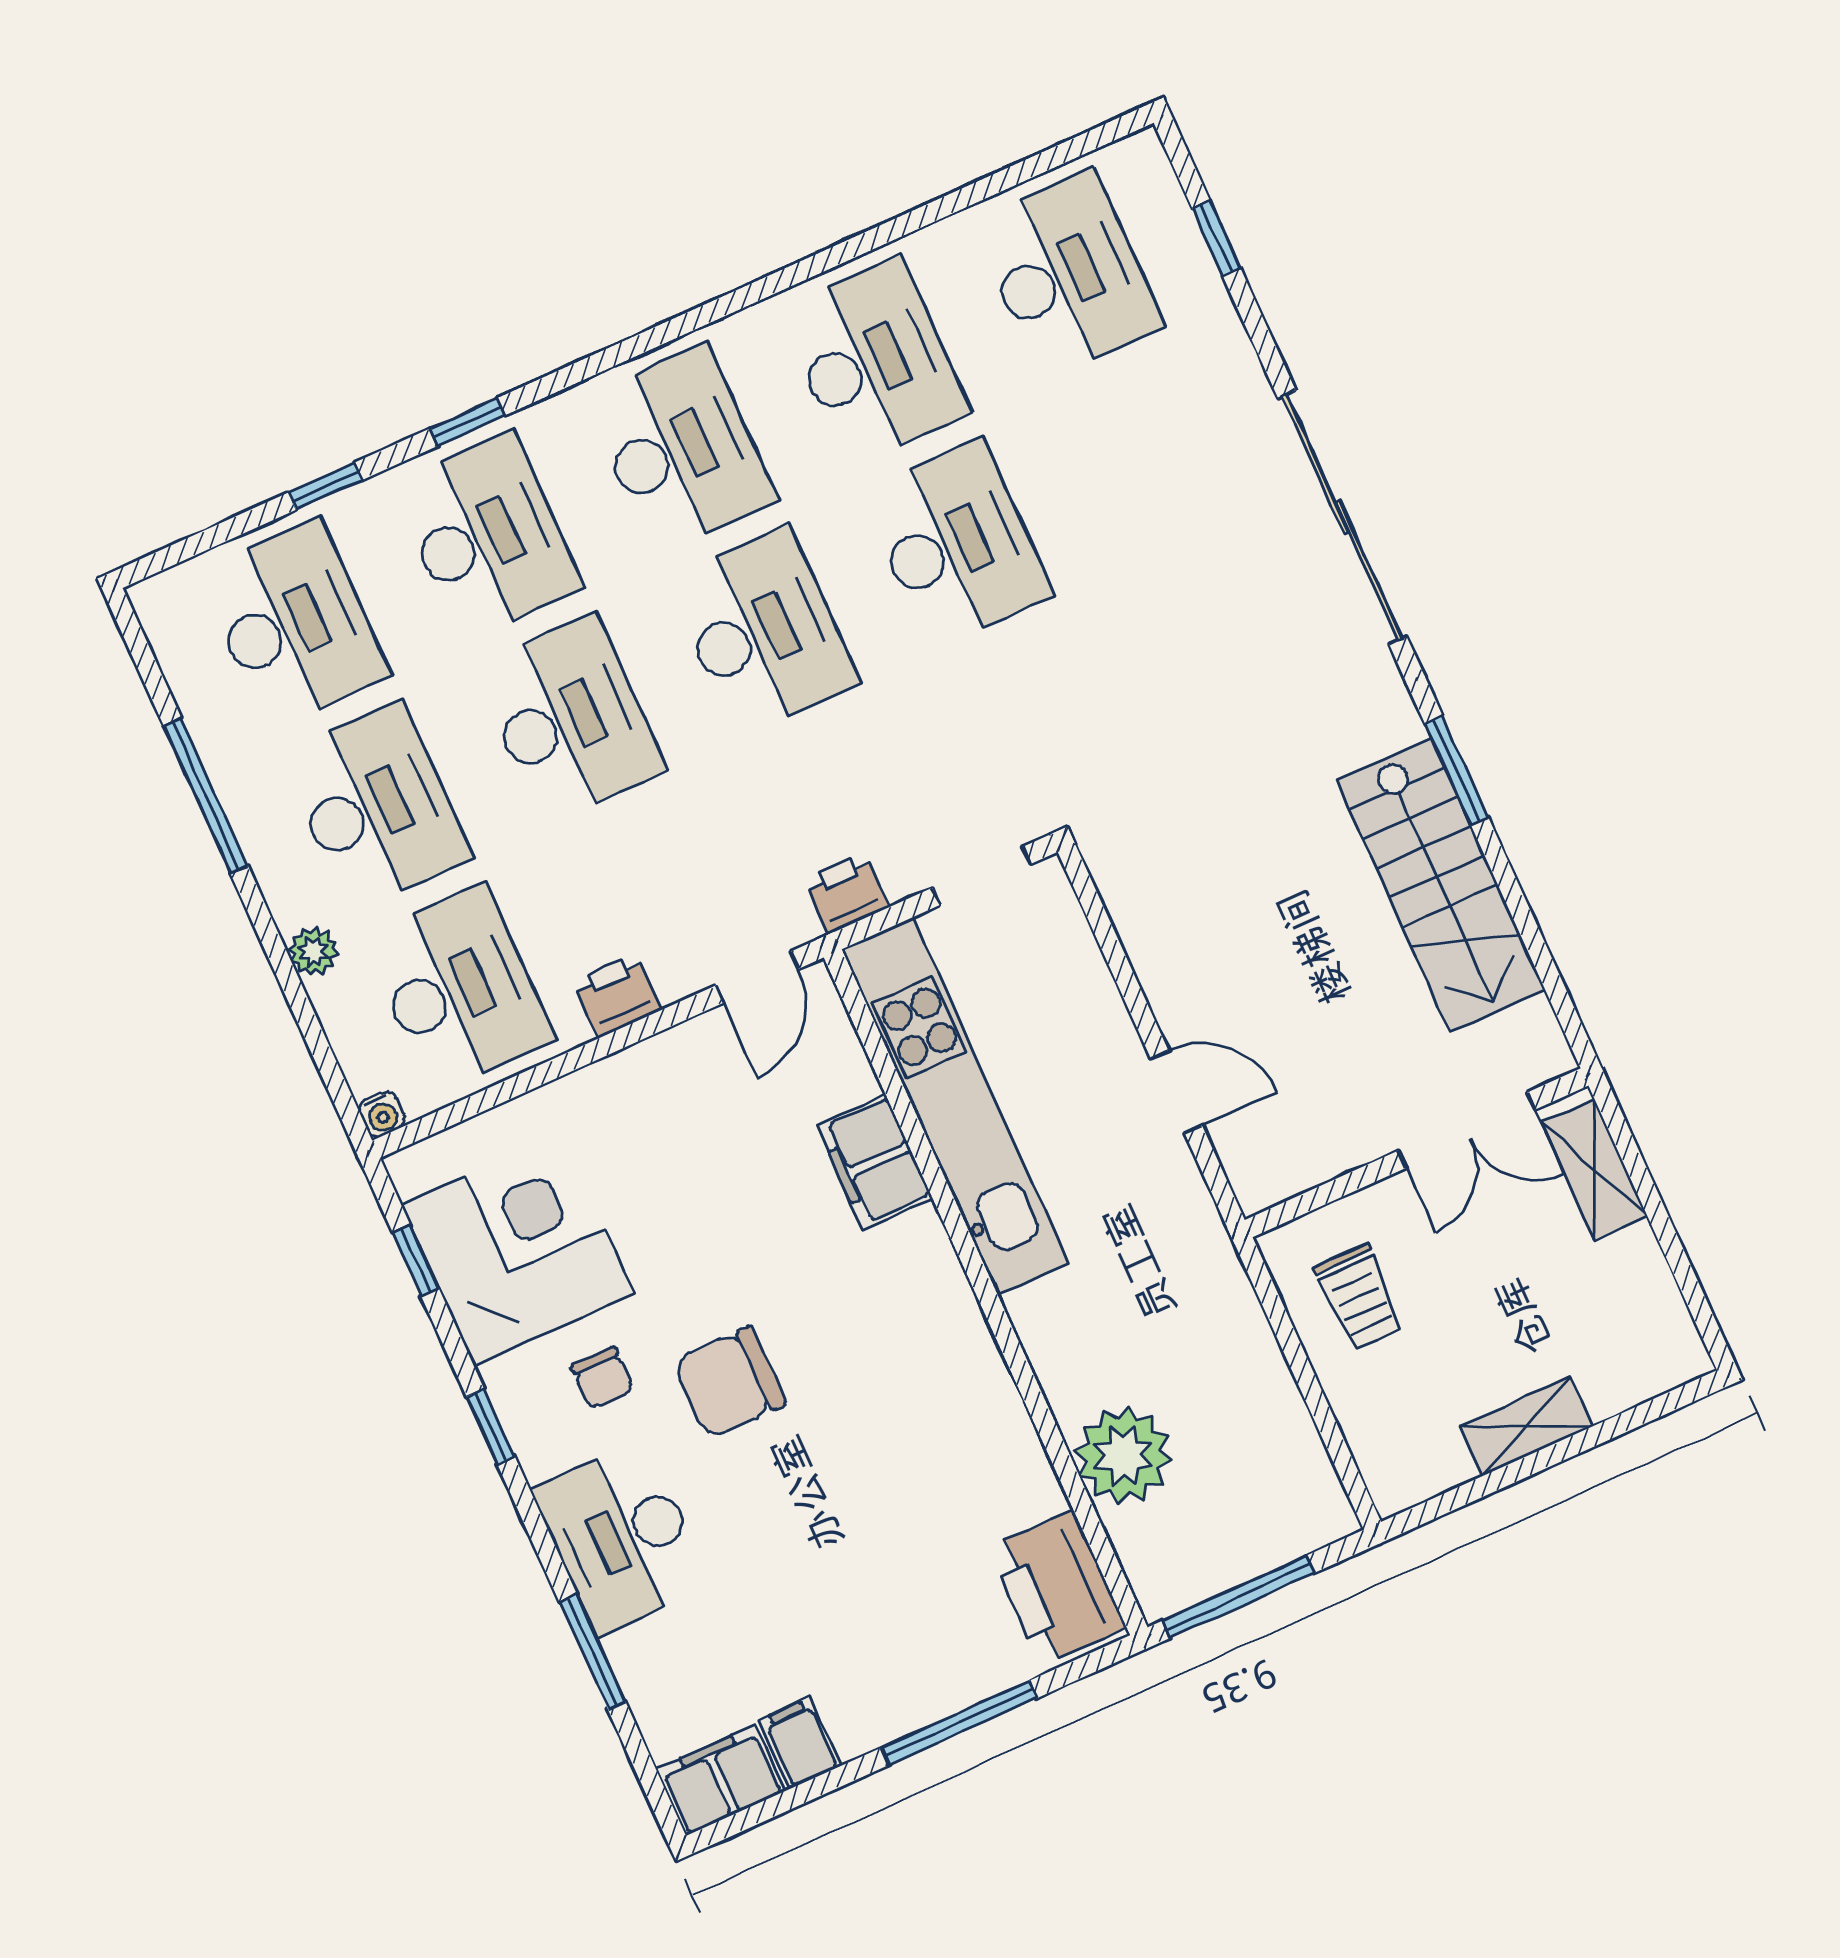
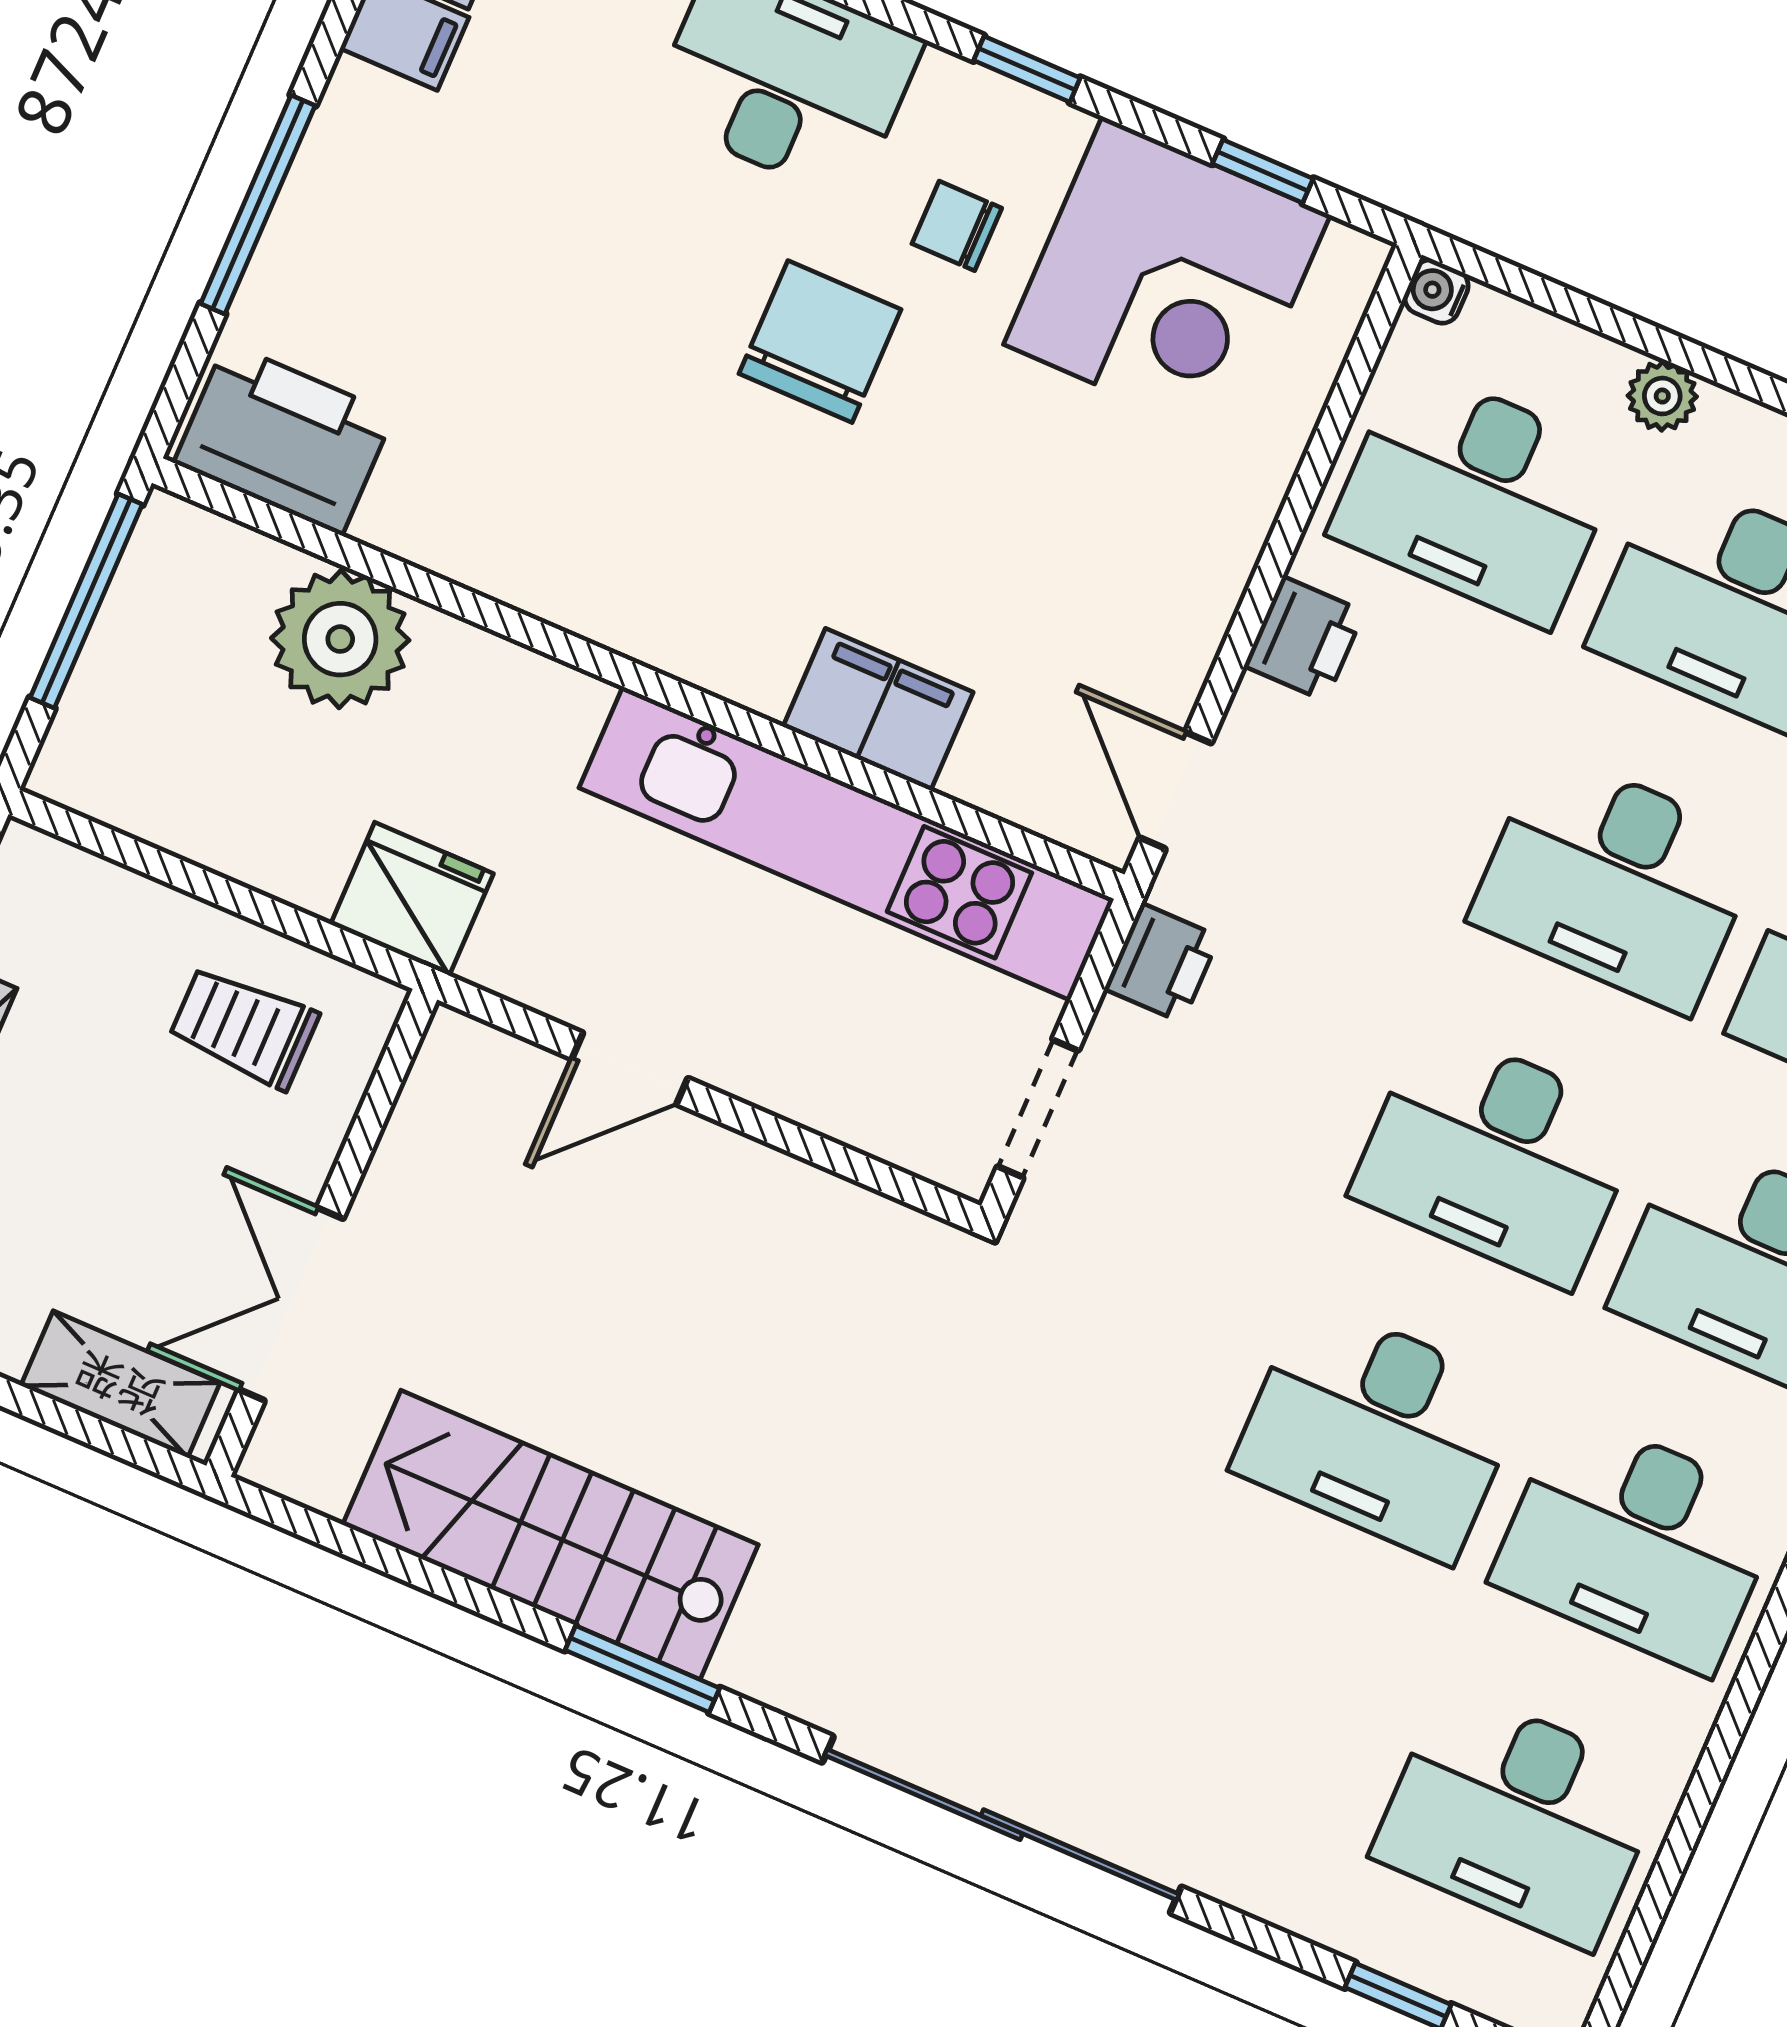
fridge: (1210, 1285) -> (412, 899), added

